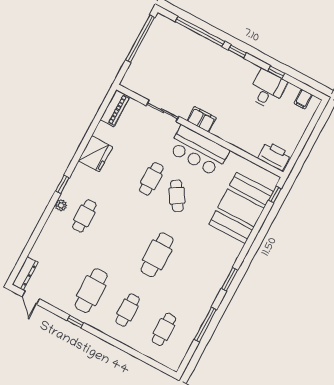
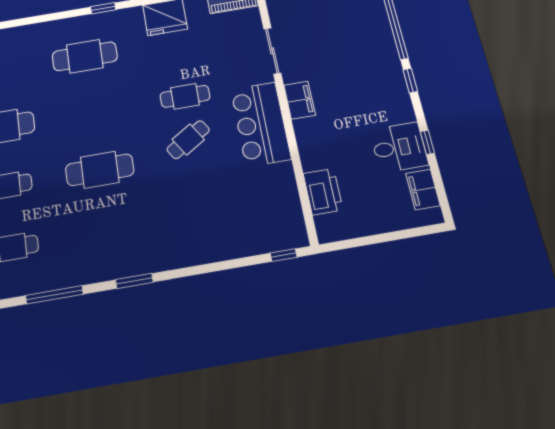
filing cabinet: (303, 99) -> (423, 189), width x2.00
printer: (274, 156) -> (323, 192), moved
plant: (61, 205) -> (78, 24), removed
booth: (241, 208) -> (234, 226), removed
cafe table: (84, 216) -> (85, 56), width x1.37, depth x1.35

